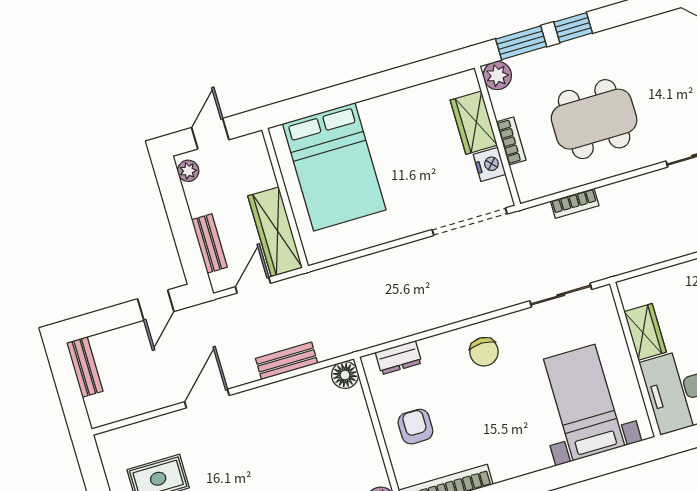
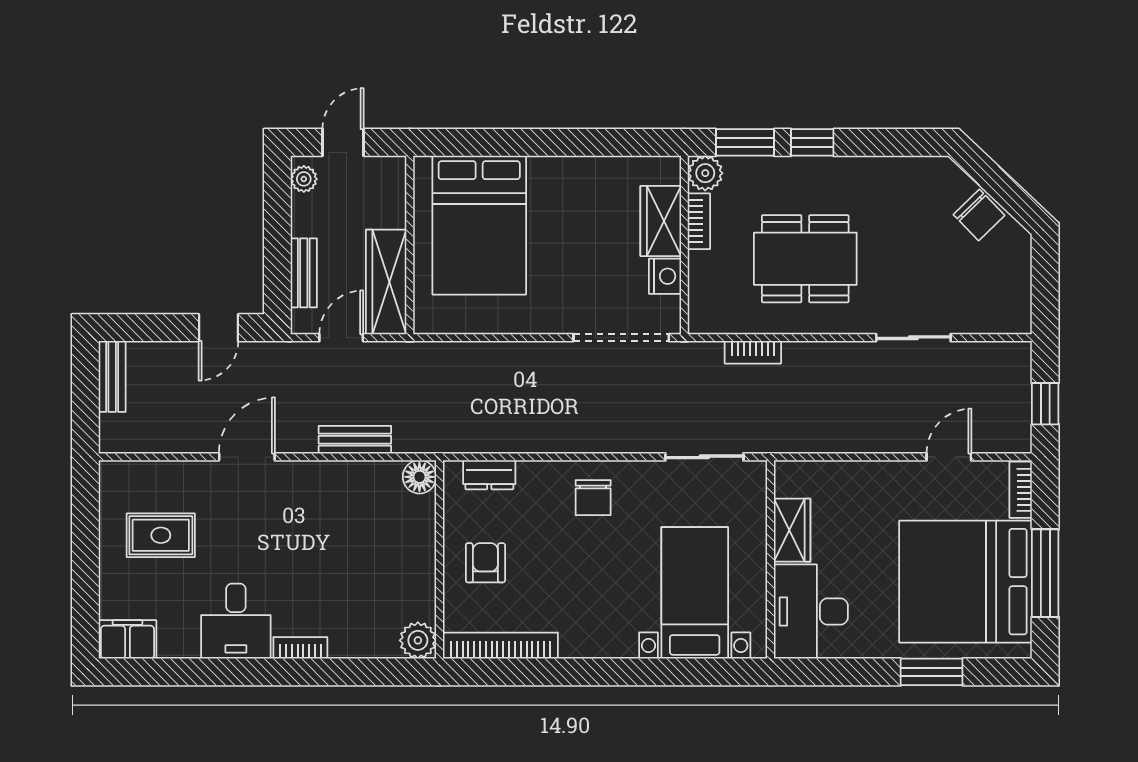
bookcase: (511, 141) -> (699, 221), moved

